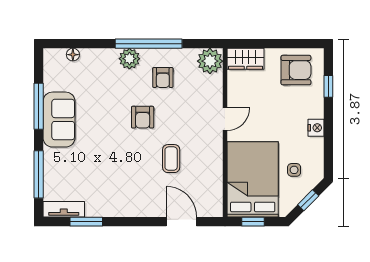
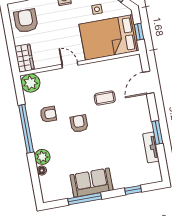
floor lamp: (73, 55) -> (42, 170), moved
plant: (129, 59) -> (42, 157), moved
armchair: (143, 117) -> (79, 124), turned -90
window: (39, 174) -> (133, 190), width x0.46
tv unit: (64, 209) -> (151, 147), moved
window: (86, 222) -> (157, 132), moved

